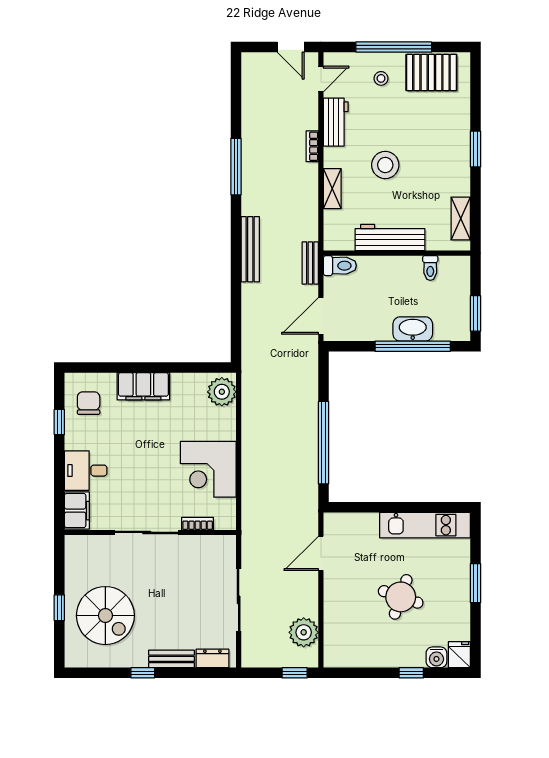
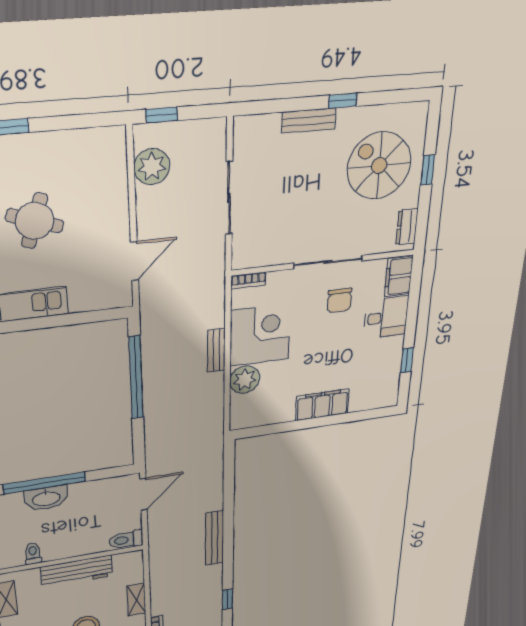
window: (236, 167) -> (227, 599), width x0.46
bench: (310, 263) -> (216, 350), moved
plant: (222, 392) -> (245, 380), moved
chair: (89, 403) -> (339, 300), moved
bookcase: (198, 524) -> (248, 281), moved
dresser: (212, 658) -> (407, 227), moved, turned 90

